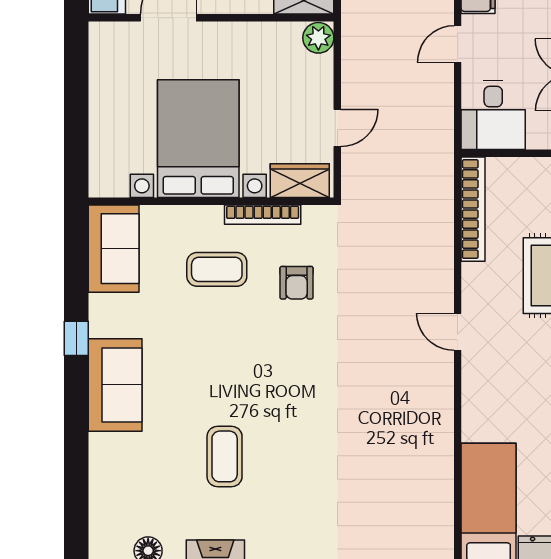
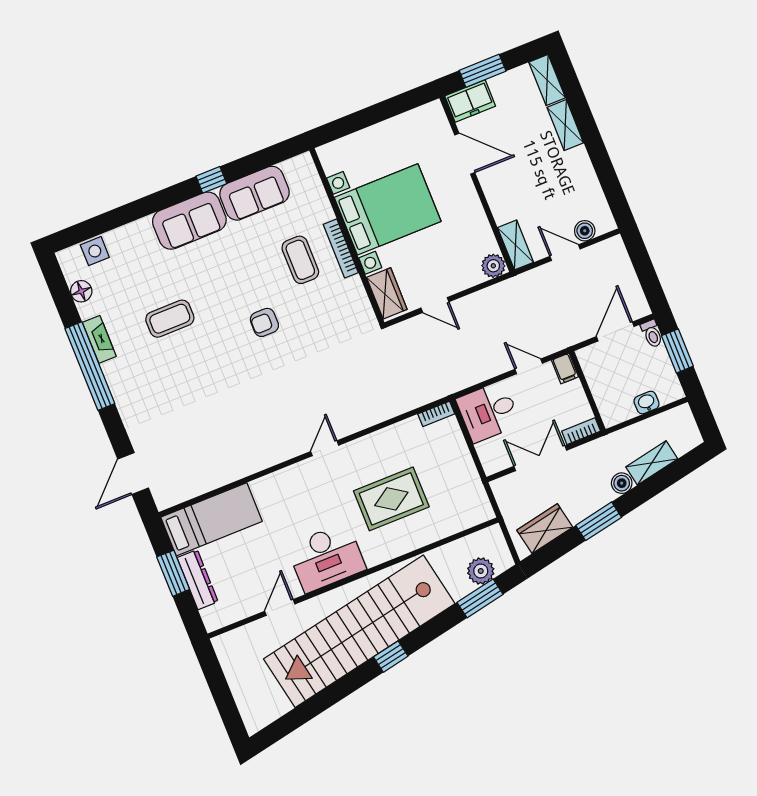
bookcase: (473, 209) -> (436, 414), width x0.43, depth x0.76
bookcase: (263, 215) -> (341, 248), moved
sofa: (114, 249) -> (254, 193), moved
armchair: (297, 283) -> (264, 322), moved
side table: (106, 515) -> (95, 251), added

